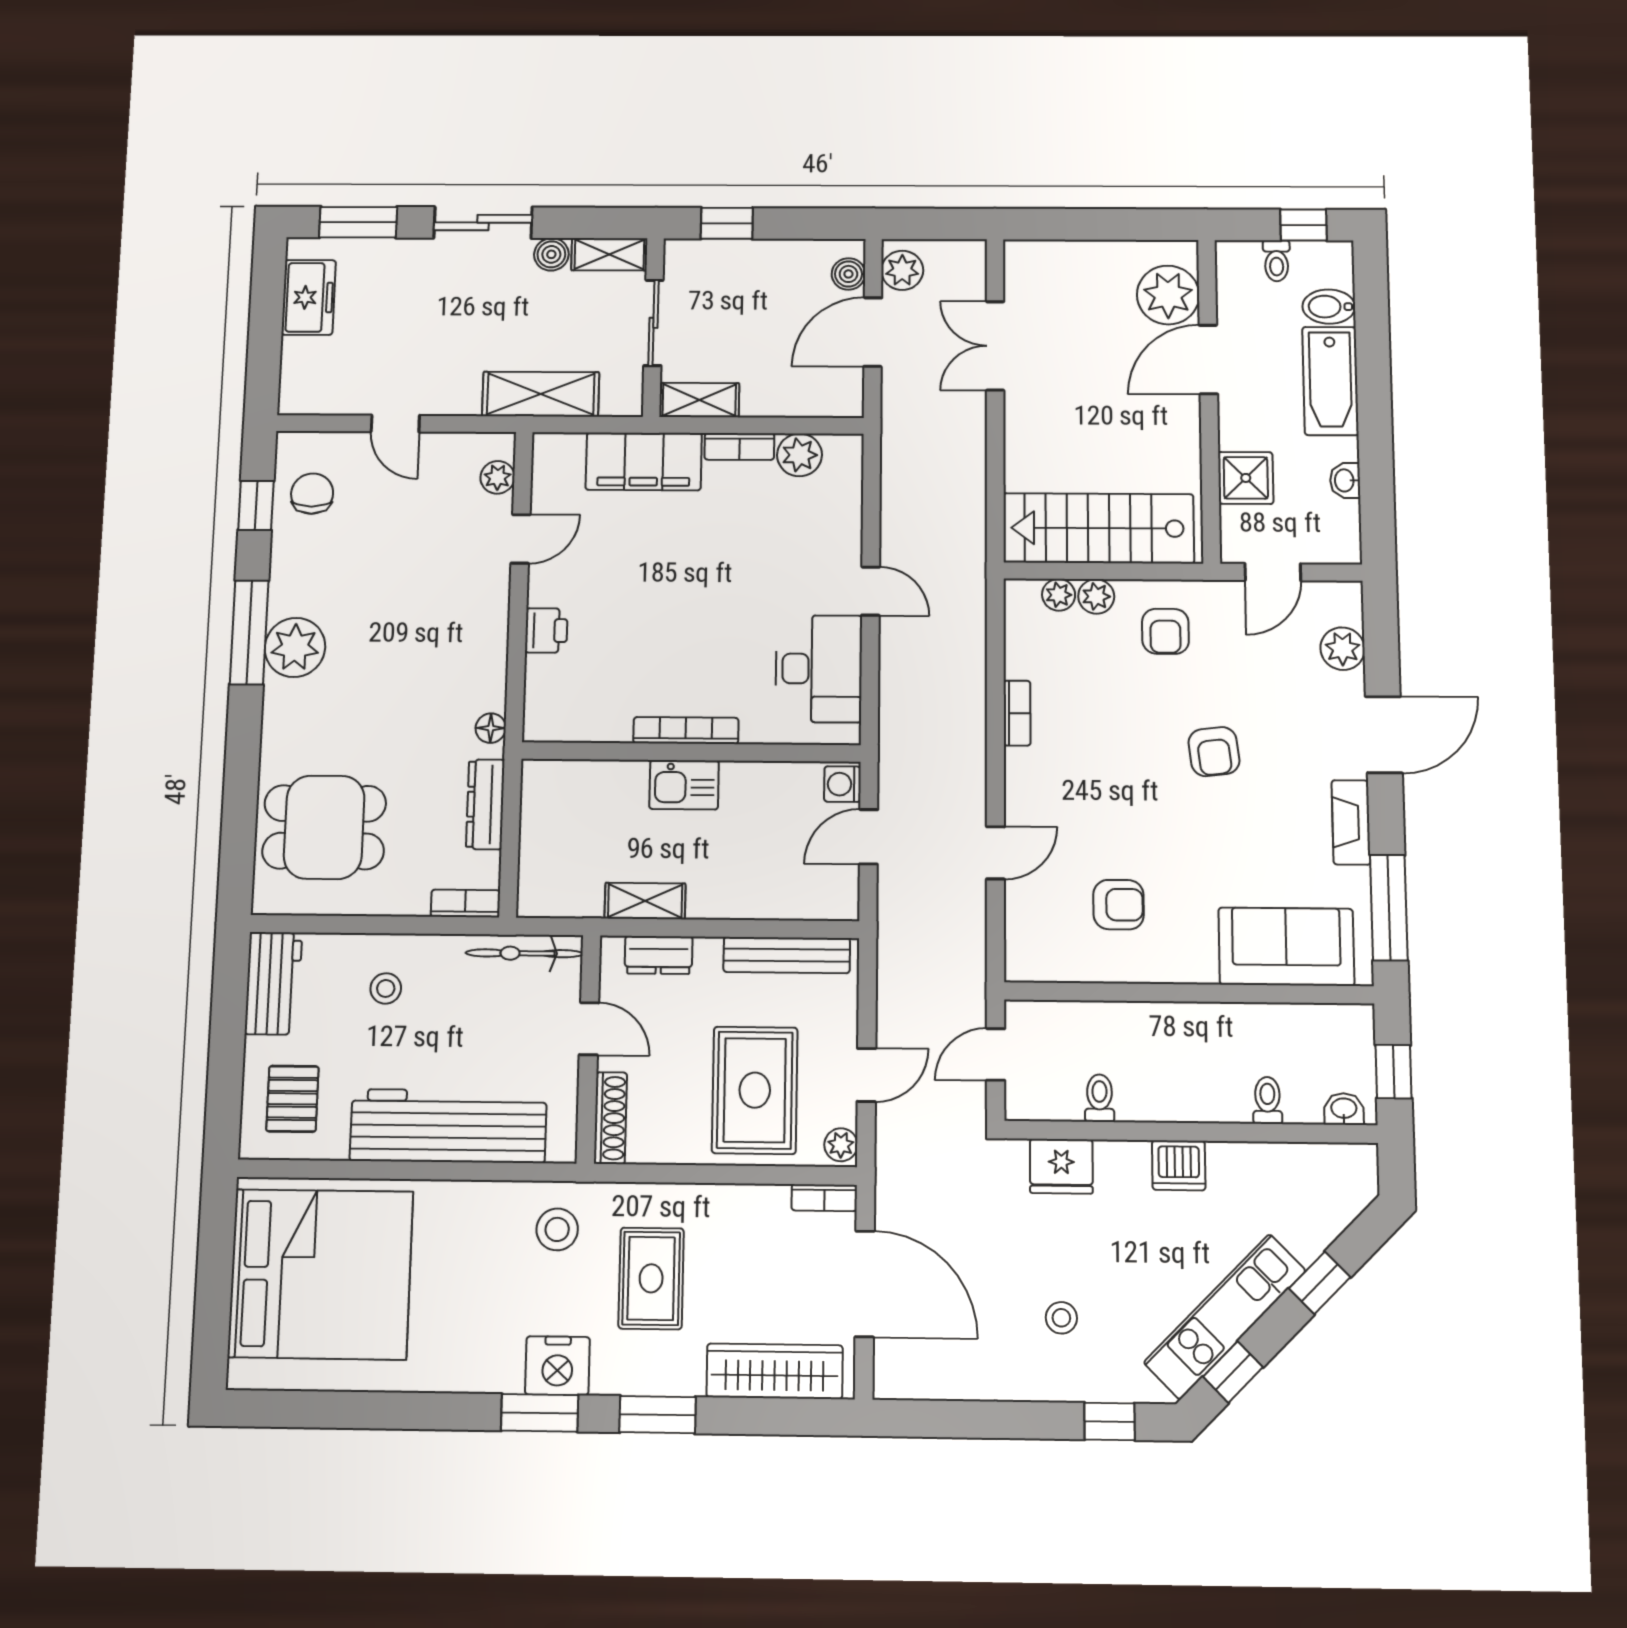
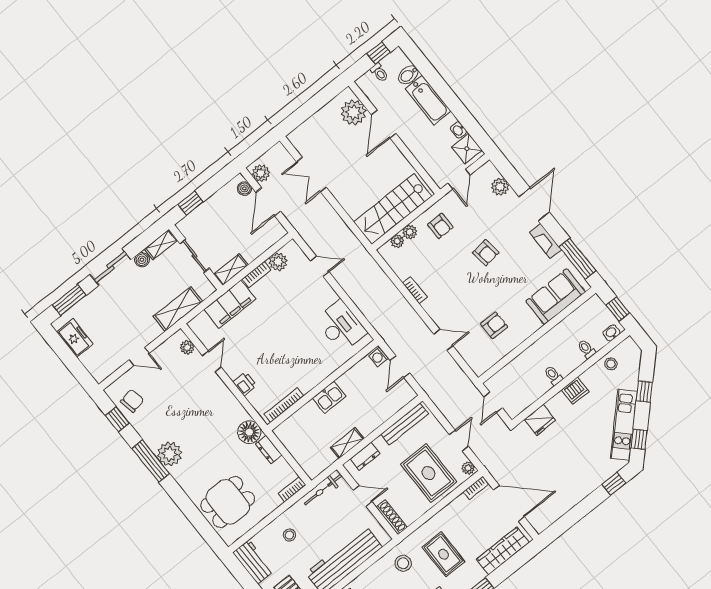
shower: (1246, 478) -> (467, 149), moved
chair: (312, 494) -> (132, 401), turned 79
door: (871, 591) -> (320, 266), moved
floor lamp: (491, 728) -> (249, 432), width x1.89, depth x1.89
bookcase: (686, 731) -> (284, 405), moved
dresser: (485, 804) -> (269, 449), width x0.70
door: (995, 853) -> (443, 340), hinge flipped
toilet: (1100, 1098) -> (553, 375), moved
stool: (1061, 1318) -> (611, 364), moved

